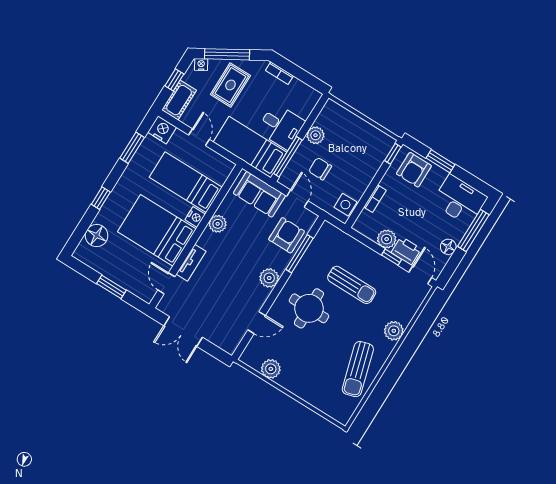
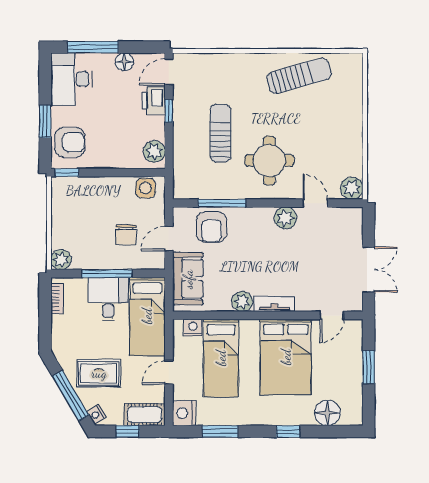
bookcase: (279, 73) -> (57, 299), moved
plant: (315, 135) -> (61, 260), moved
window: (288, 157) -> (107, 274), moved
bookcase: (375, 199) -> (122, 163), removed
nightstand: (195, 217) -> (193, 328), moved
armchair: (287, 235) -> (211, 227), turned -90
plant: (387, 239) -> (154, 151), moved
tv unit: (191, 263) -> (274, 304), moved
plant: (269, 278) -> (285, 218), moved
plant: (394, 331) -> (240, 64), removed
plant: (271, 369) -> (352, 188), moved

